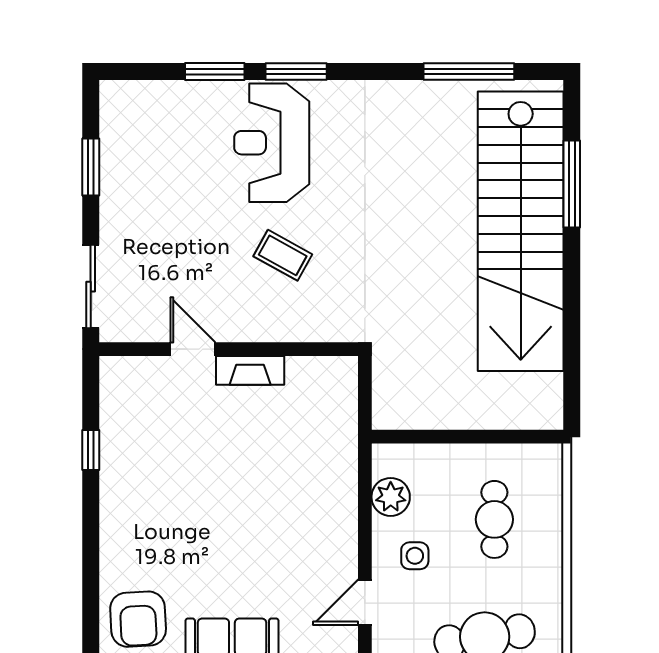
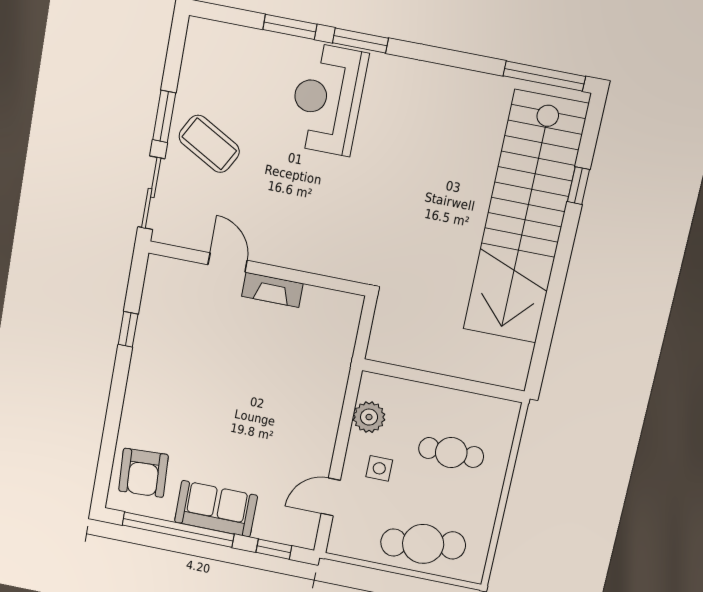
window: (469, 72) -> (544, 76), moved
window: (91, 167) -> (164, 116), moved
window: (572, 184) -> (578, 186), width x0.46
coffee table: (283, 255) -> (209, 144), moved, width x1.36, depth x1.30
cafe table: (494, 519) -> (451, 453), turned 90

